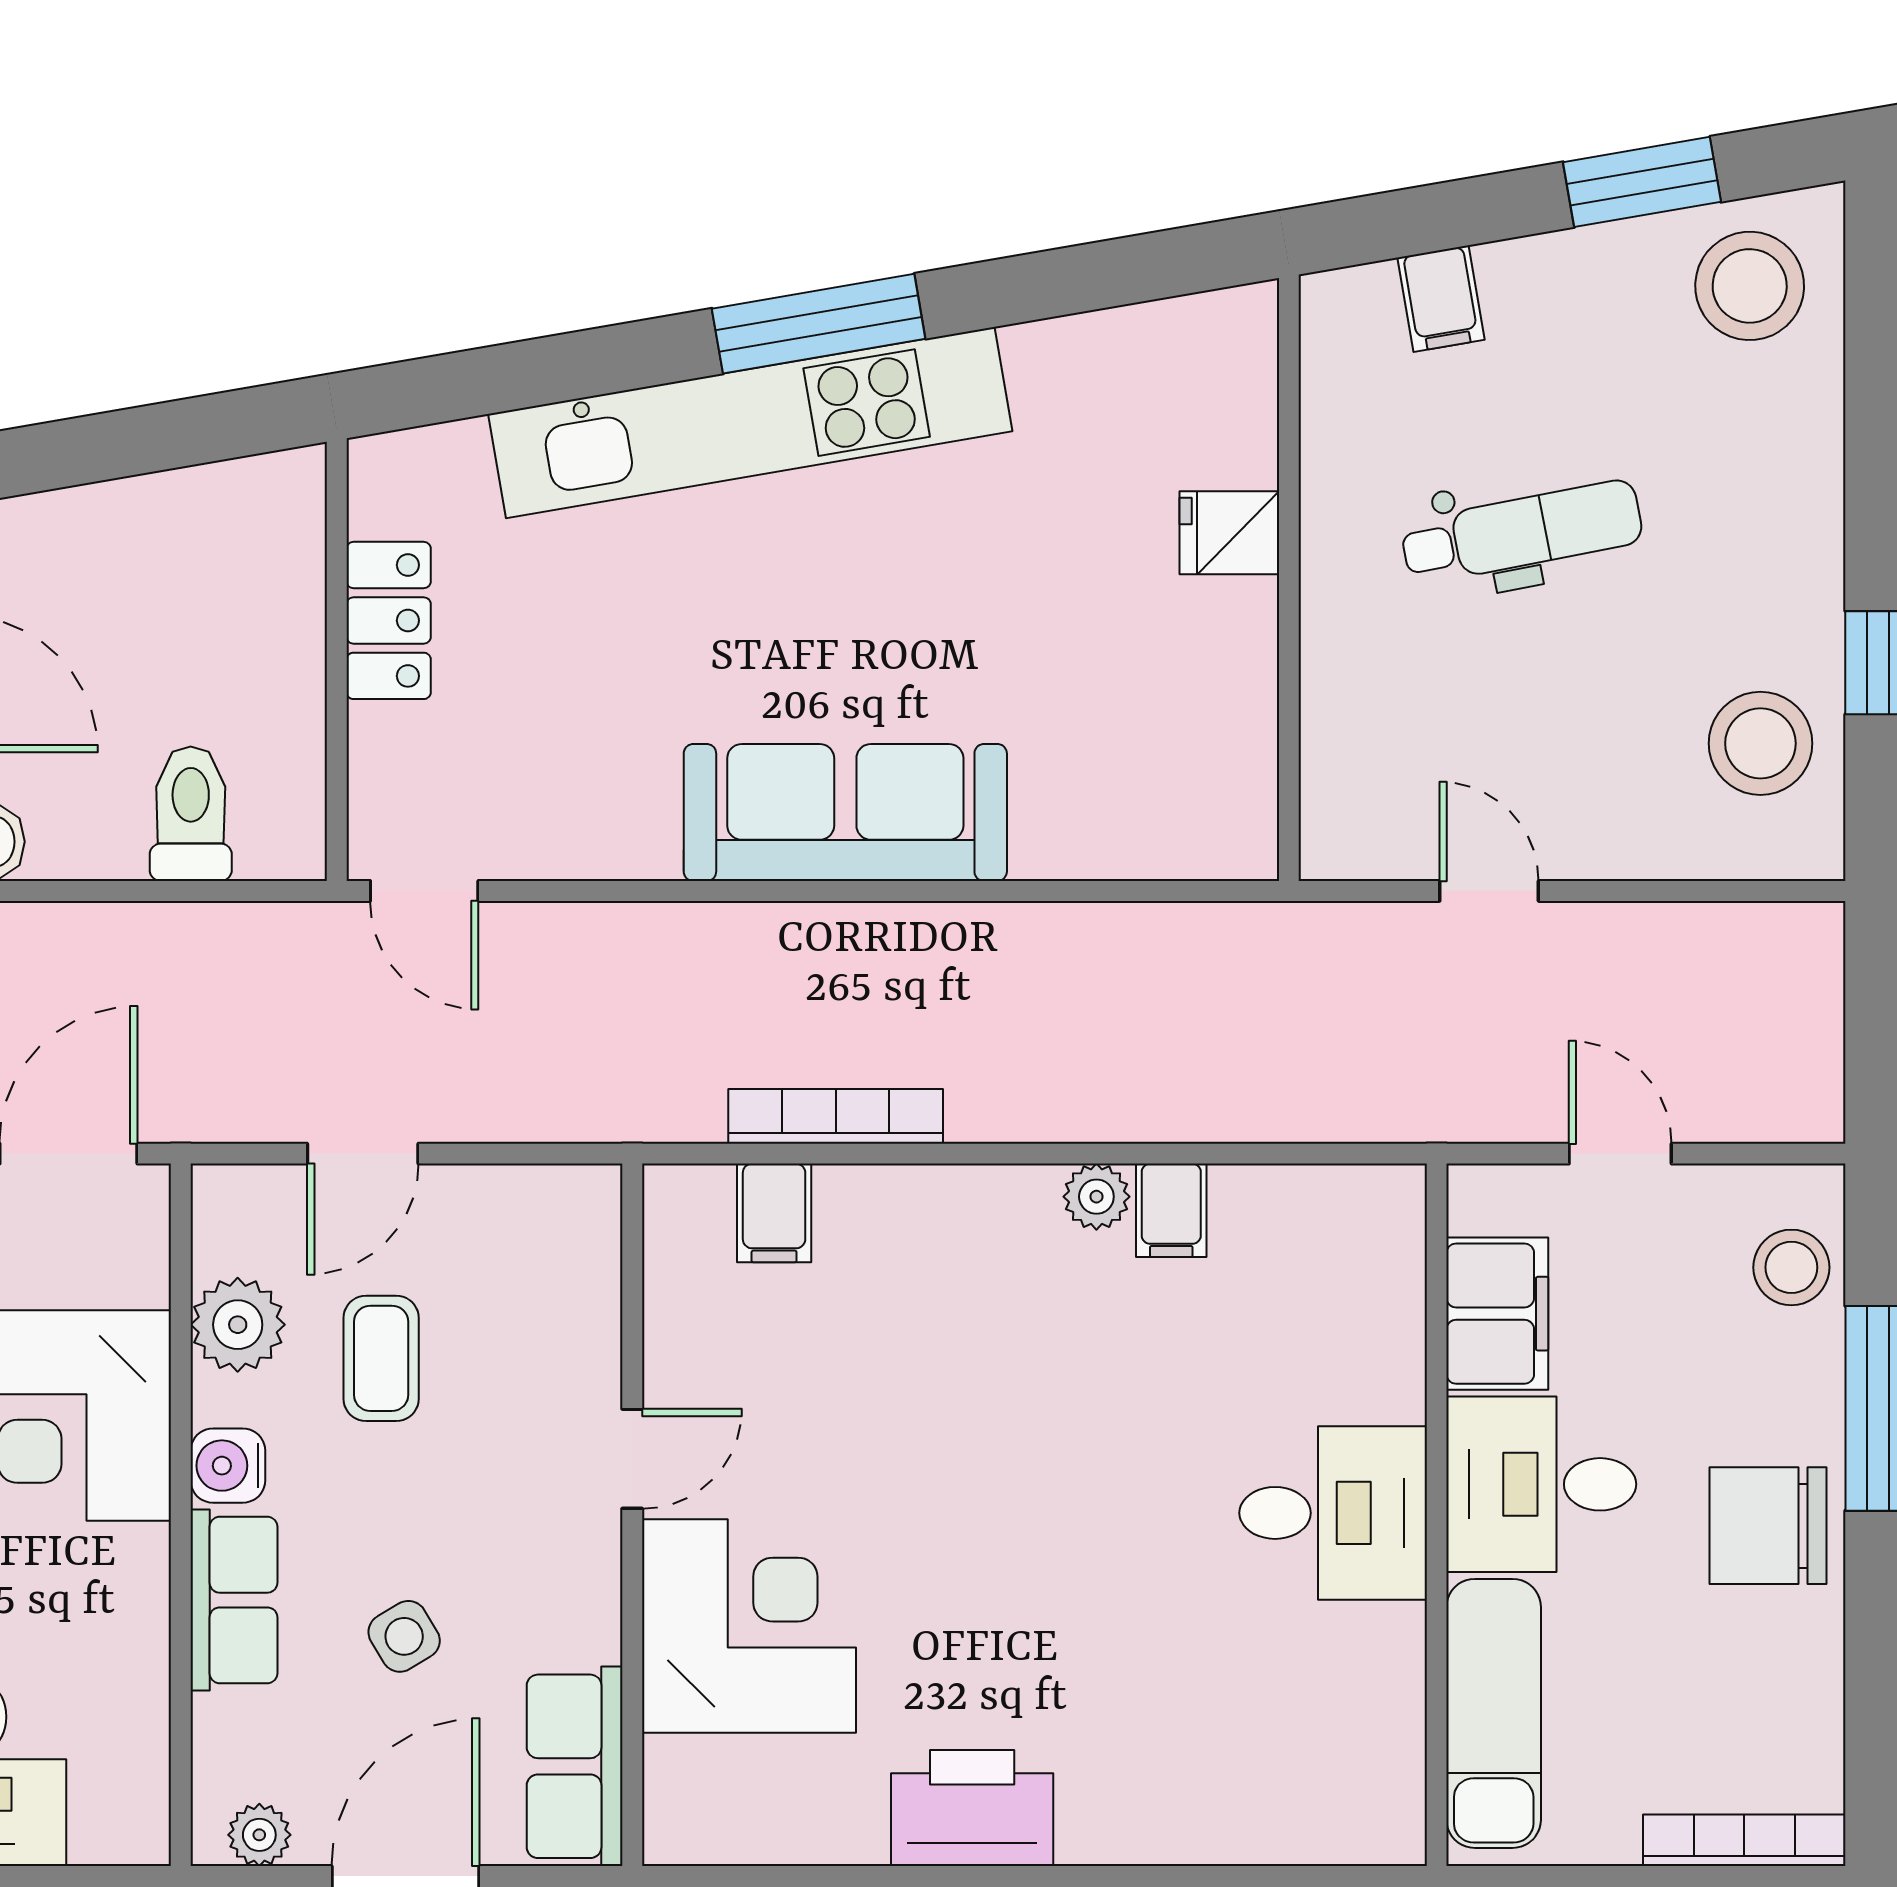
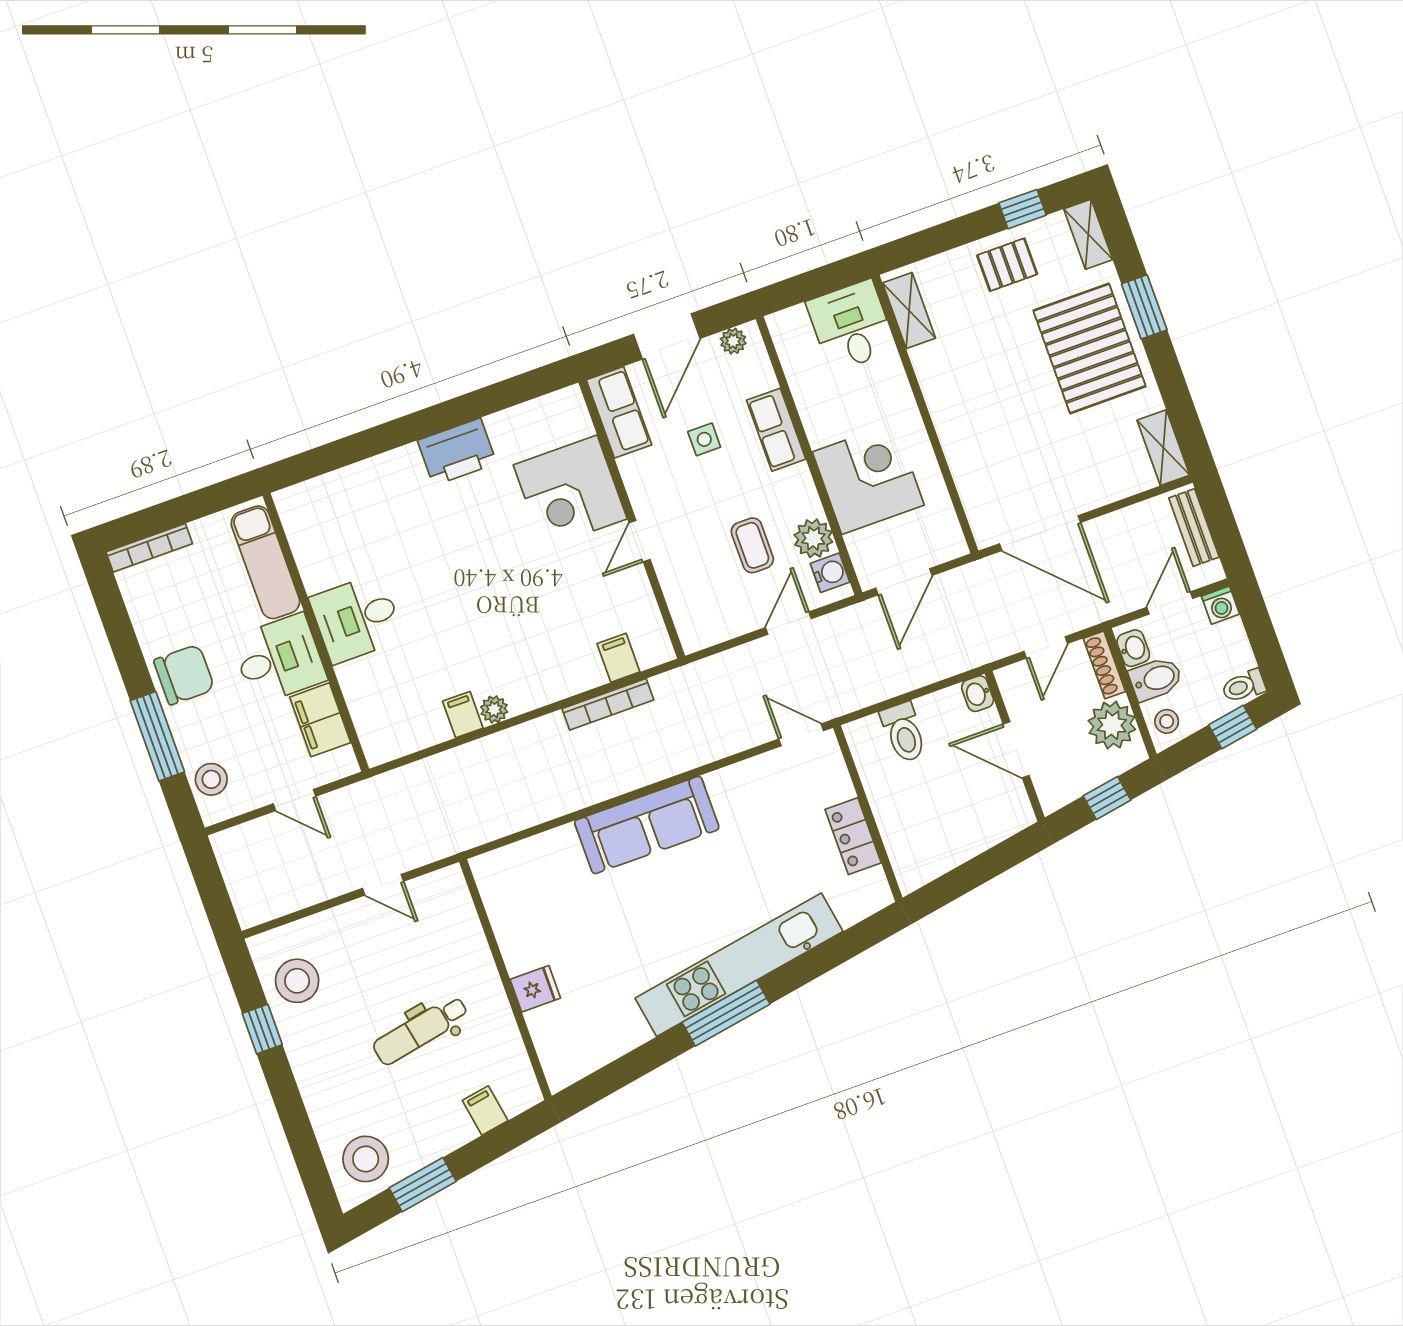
water cooler: (228, 1466) -> (830, 573), moved
side table: (404, 1636) -> (704, 439), turned 31

